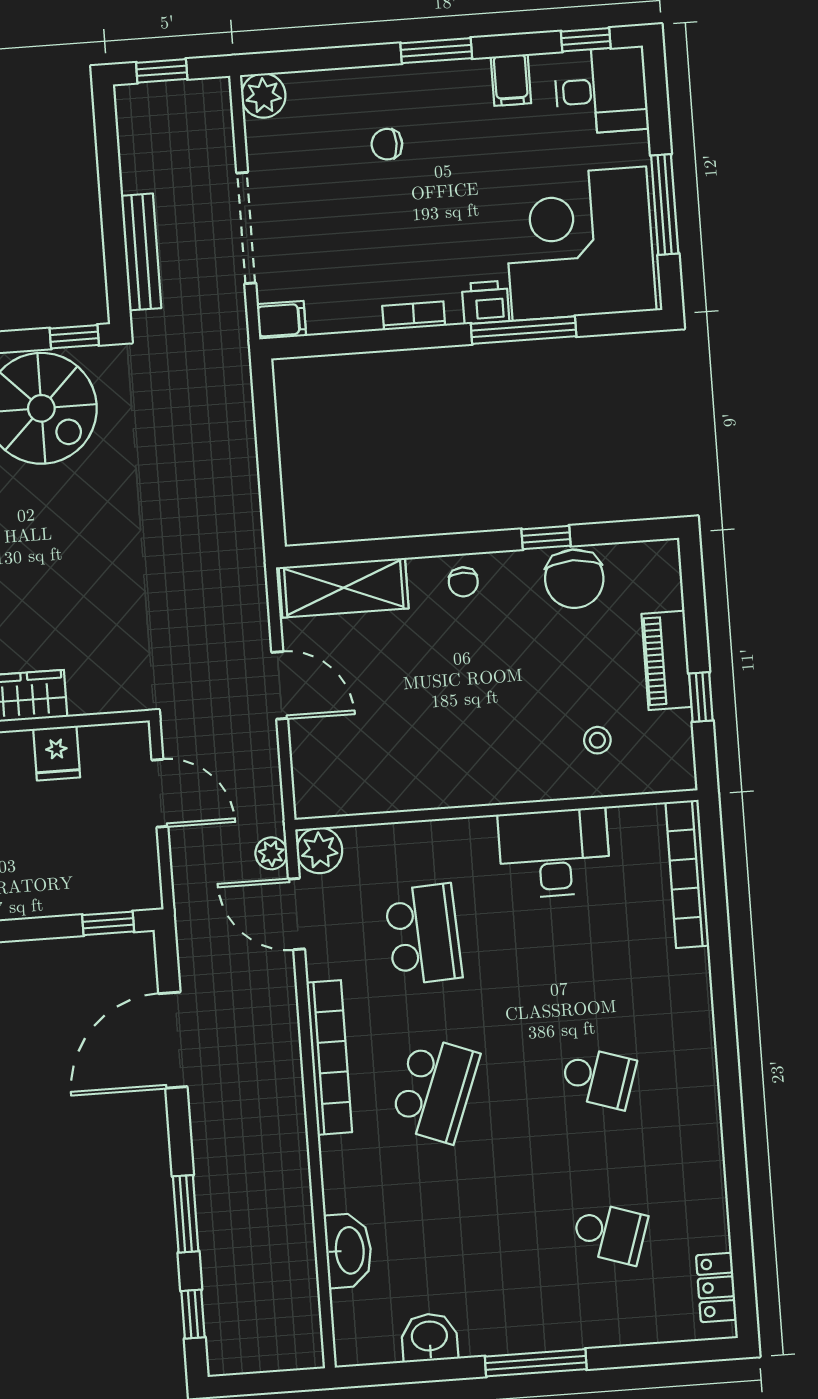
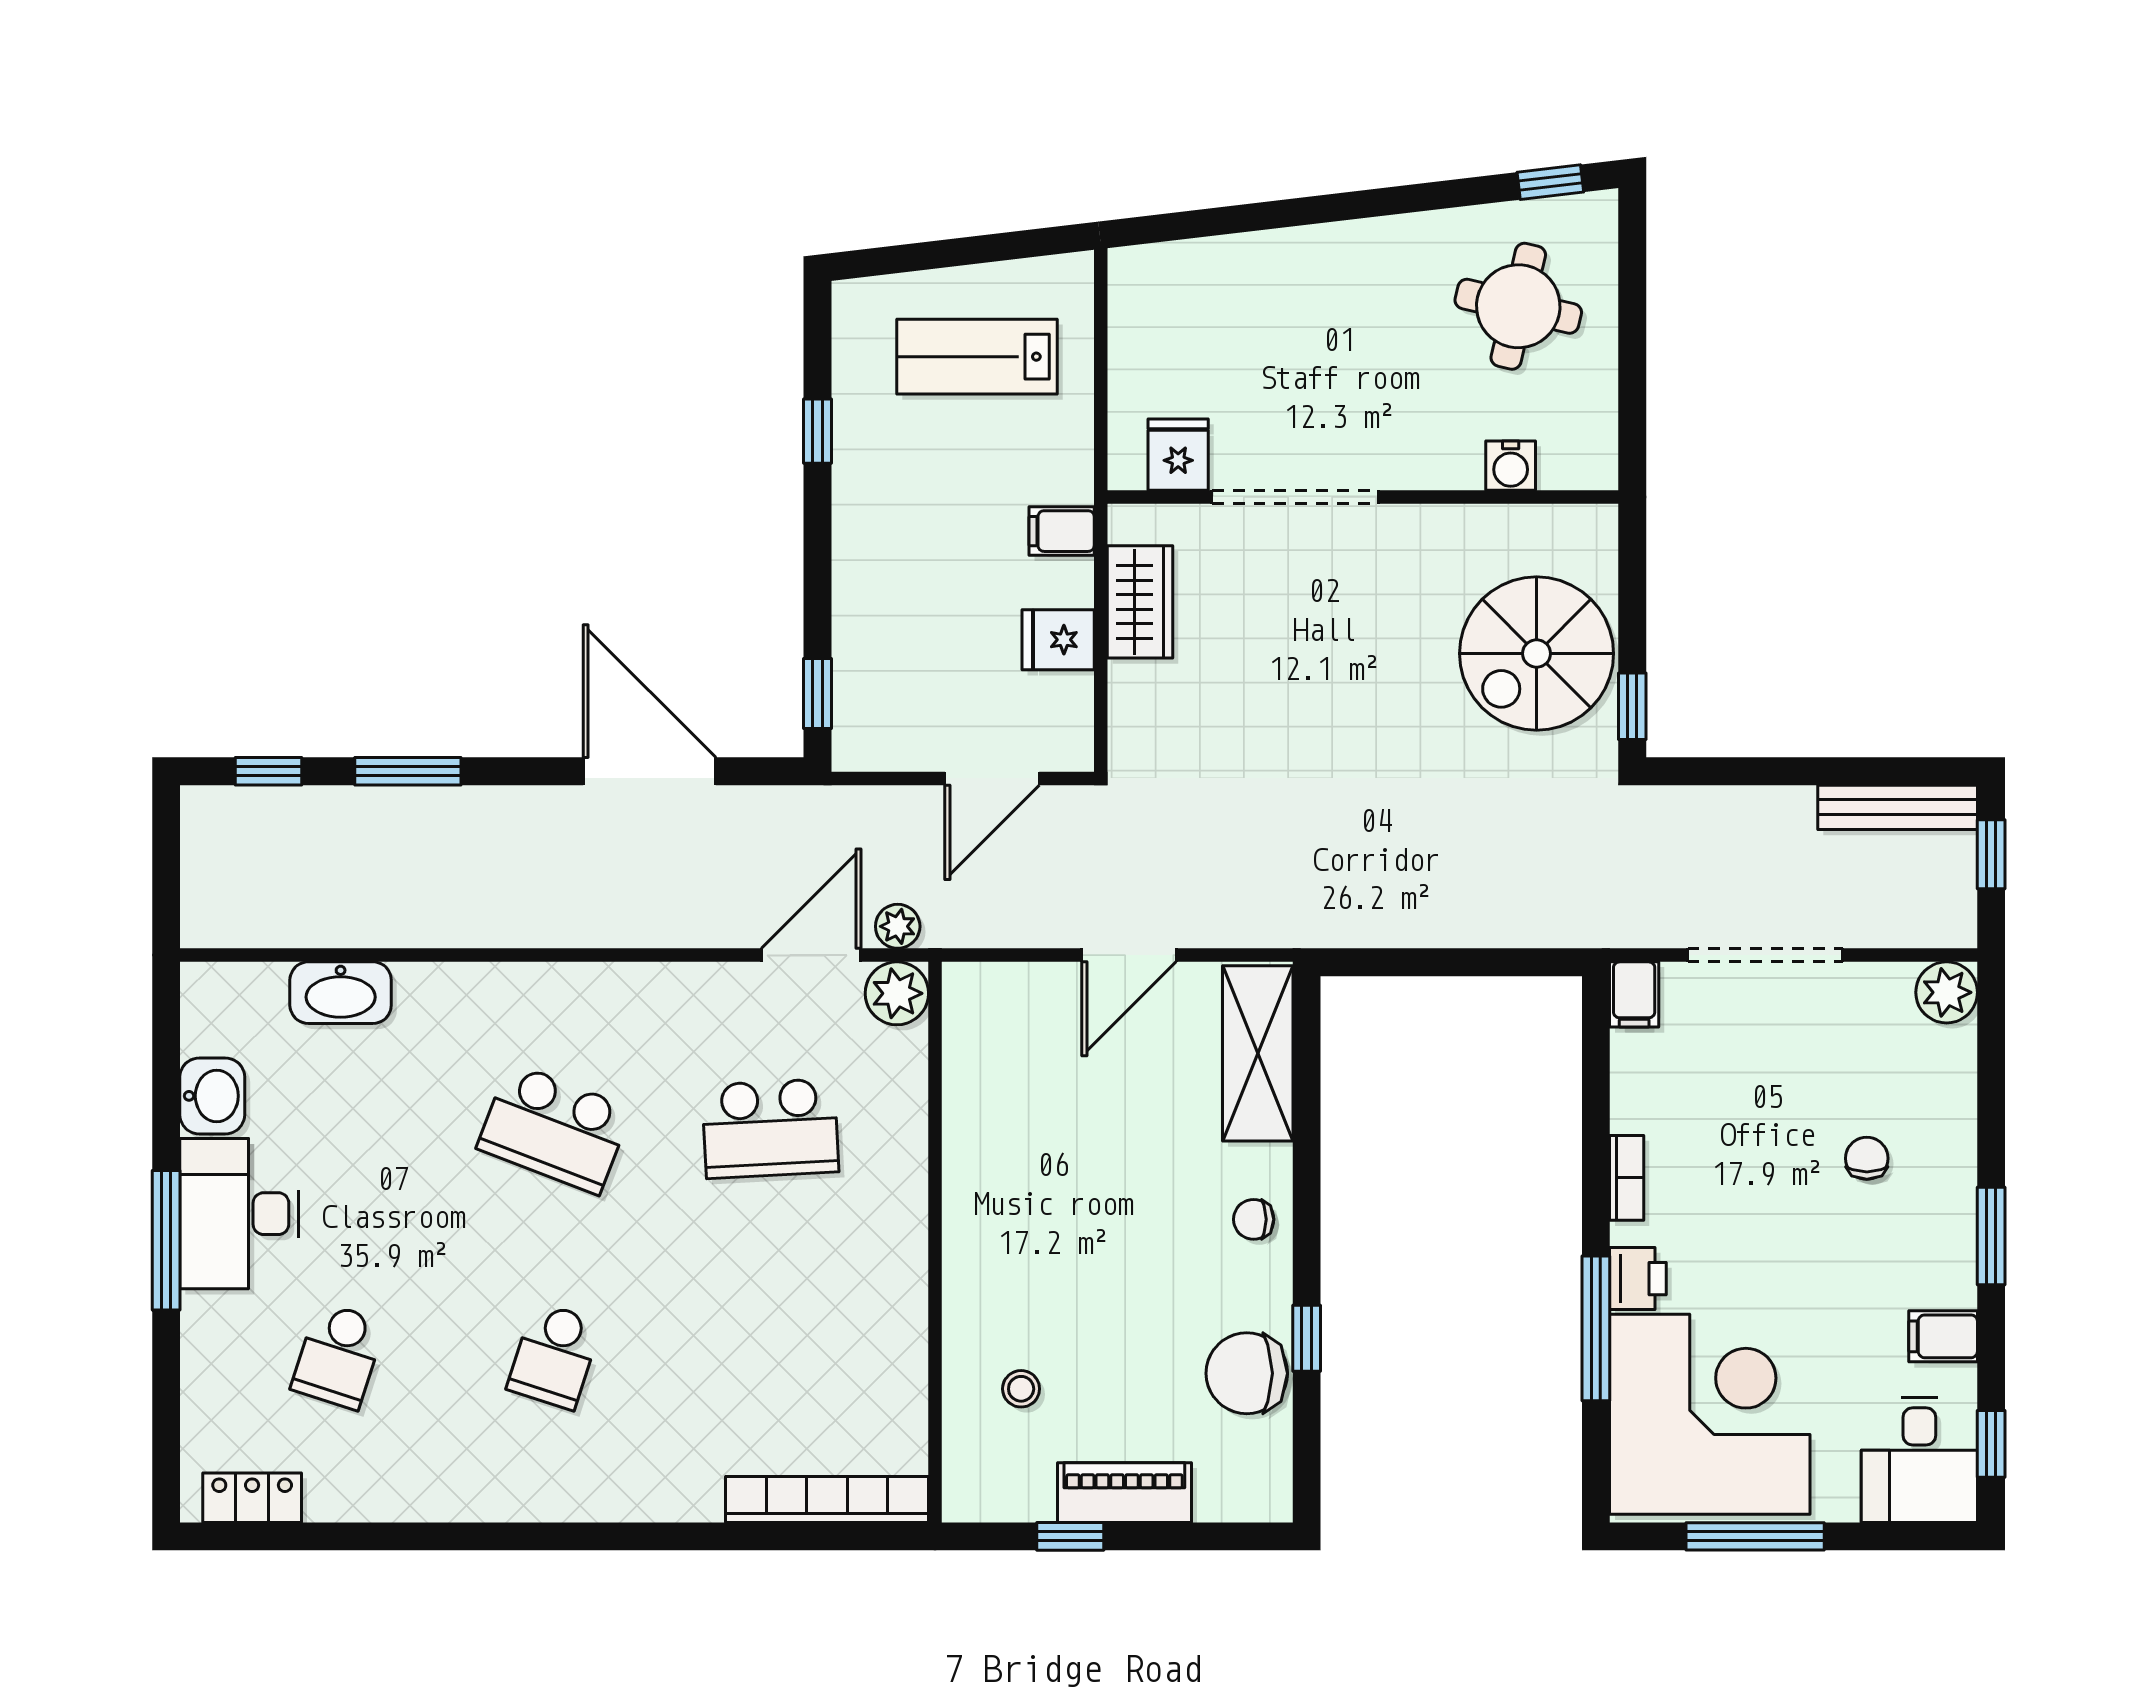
bench: (141, 252) -> (1898, 807), moved
desk: (554, 853) -> (239, 1214), moved, turned 180
bookcase: (329, 1057) -> (610, 986), removed

